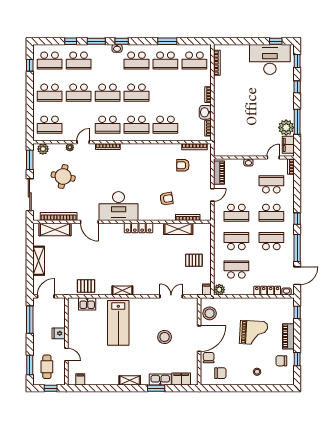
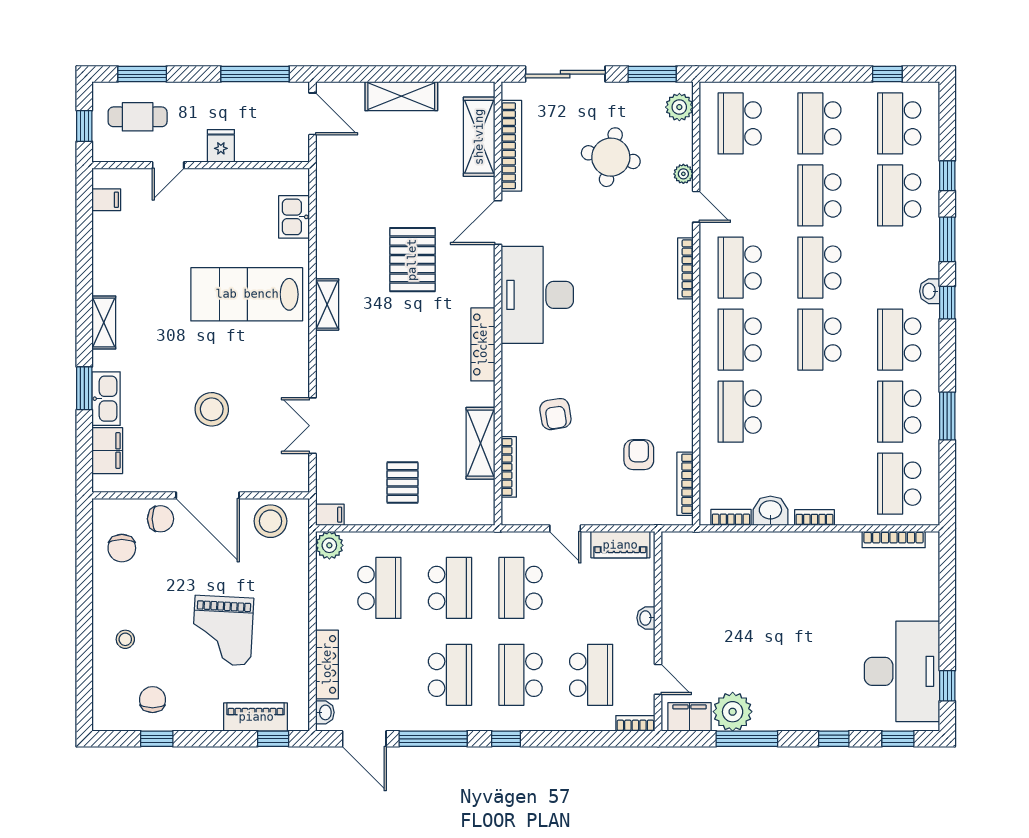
pallet: (86, 286) -> (412, 260), moved, width x1.50, depth x1.42
double door: (171, 296) -> (312, 426), swing flipped
piano: (288, 336) -> (256, 717), moved

